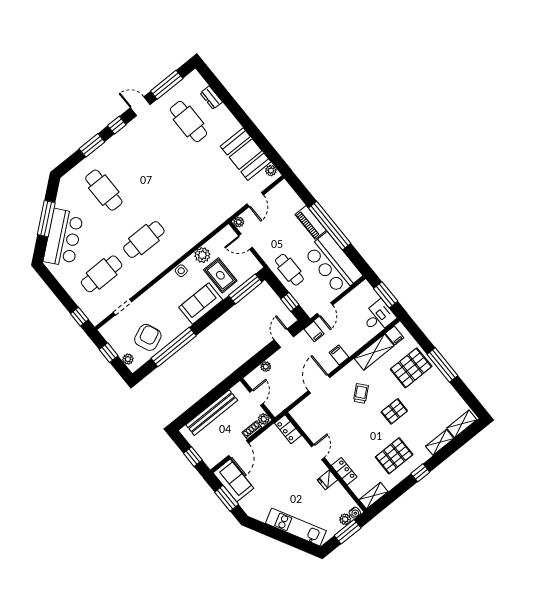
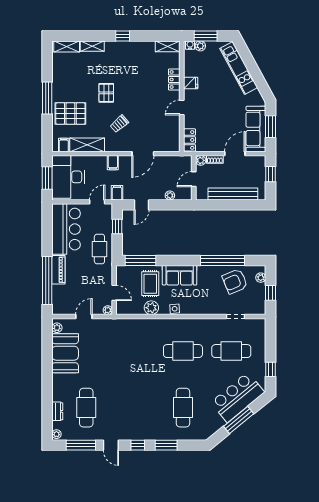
plant: (196, 77) -> (56, 434), added
window: (330, 226) -> (47, 280), moved
window: (79, 317) -> (270, 369), moved
desk: (378, 317) -> (68, 177), width x1.87, depth x1.30
pallet: (394, 411) -> (106, 93), turned 90
pallet: (394, 456) -> (131, 62), removed
sofa: (233, 481) -> (256, 129), width x1.36

